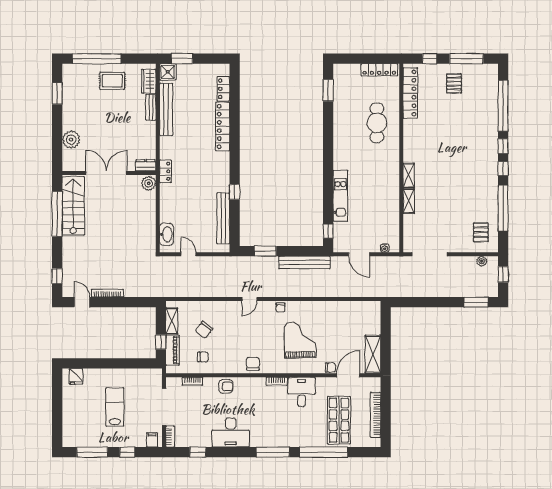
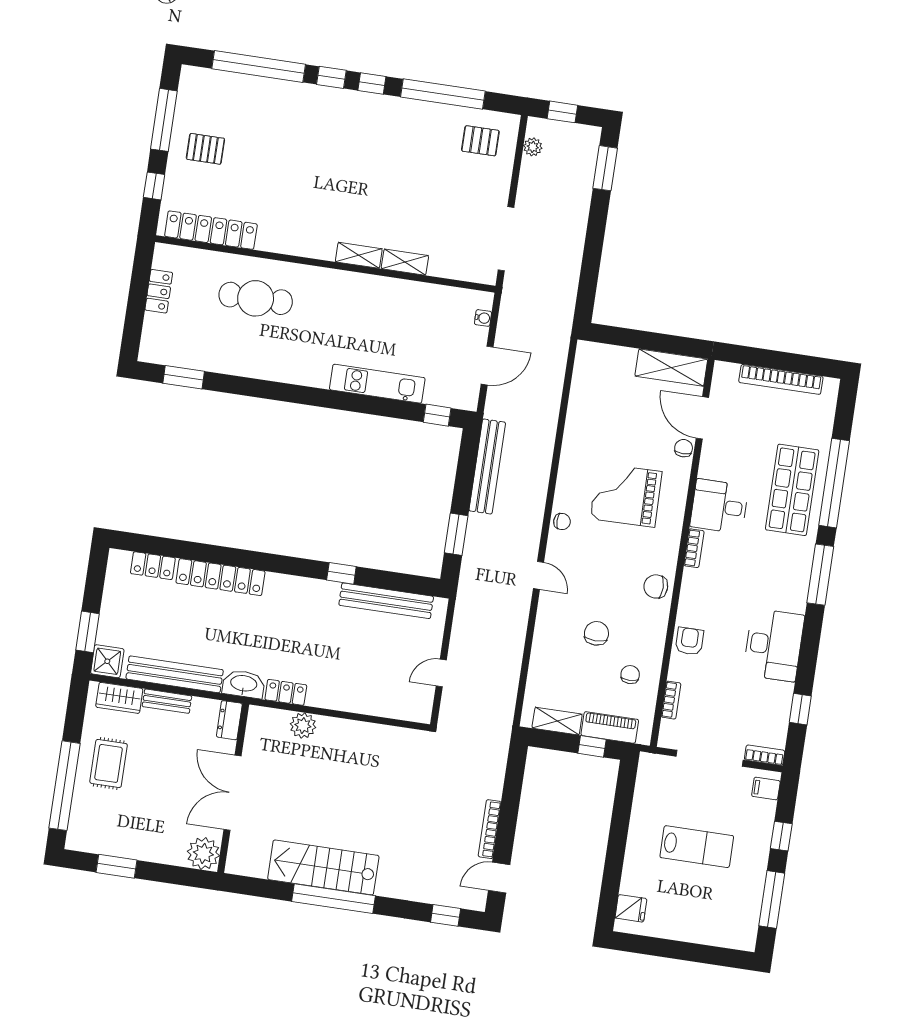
locker: (379, 70) -> (159, 291), width x0.66
dresser: (146, 165) -> (229, 720), moved
double door: (106, 173) -> (232, 793), moved
wall: (109, 173) -> (233, 788), moved
washbasin: (166, 234) -> (244, 684), moved
chair: (204, 330) -> (596, 633), moved, turned -127
lab bench: (115, 407) -> (697, 847), turned 180
shop shelf: (339, 420) -> (792, 490), moved, turned 90

